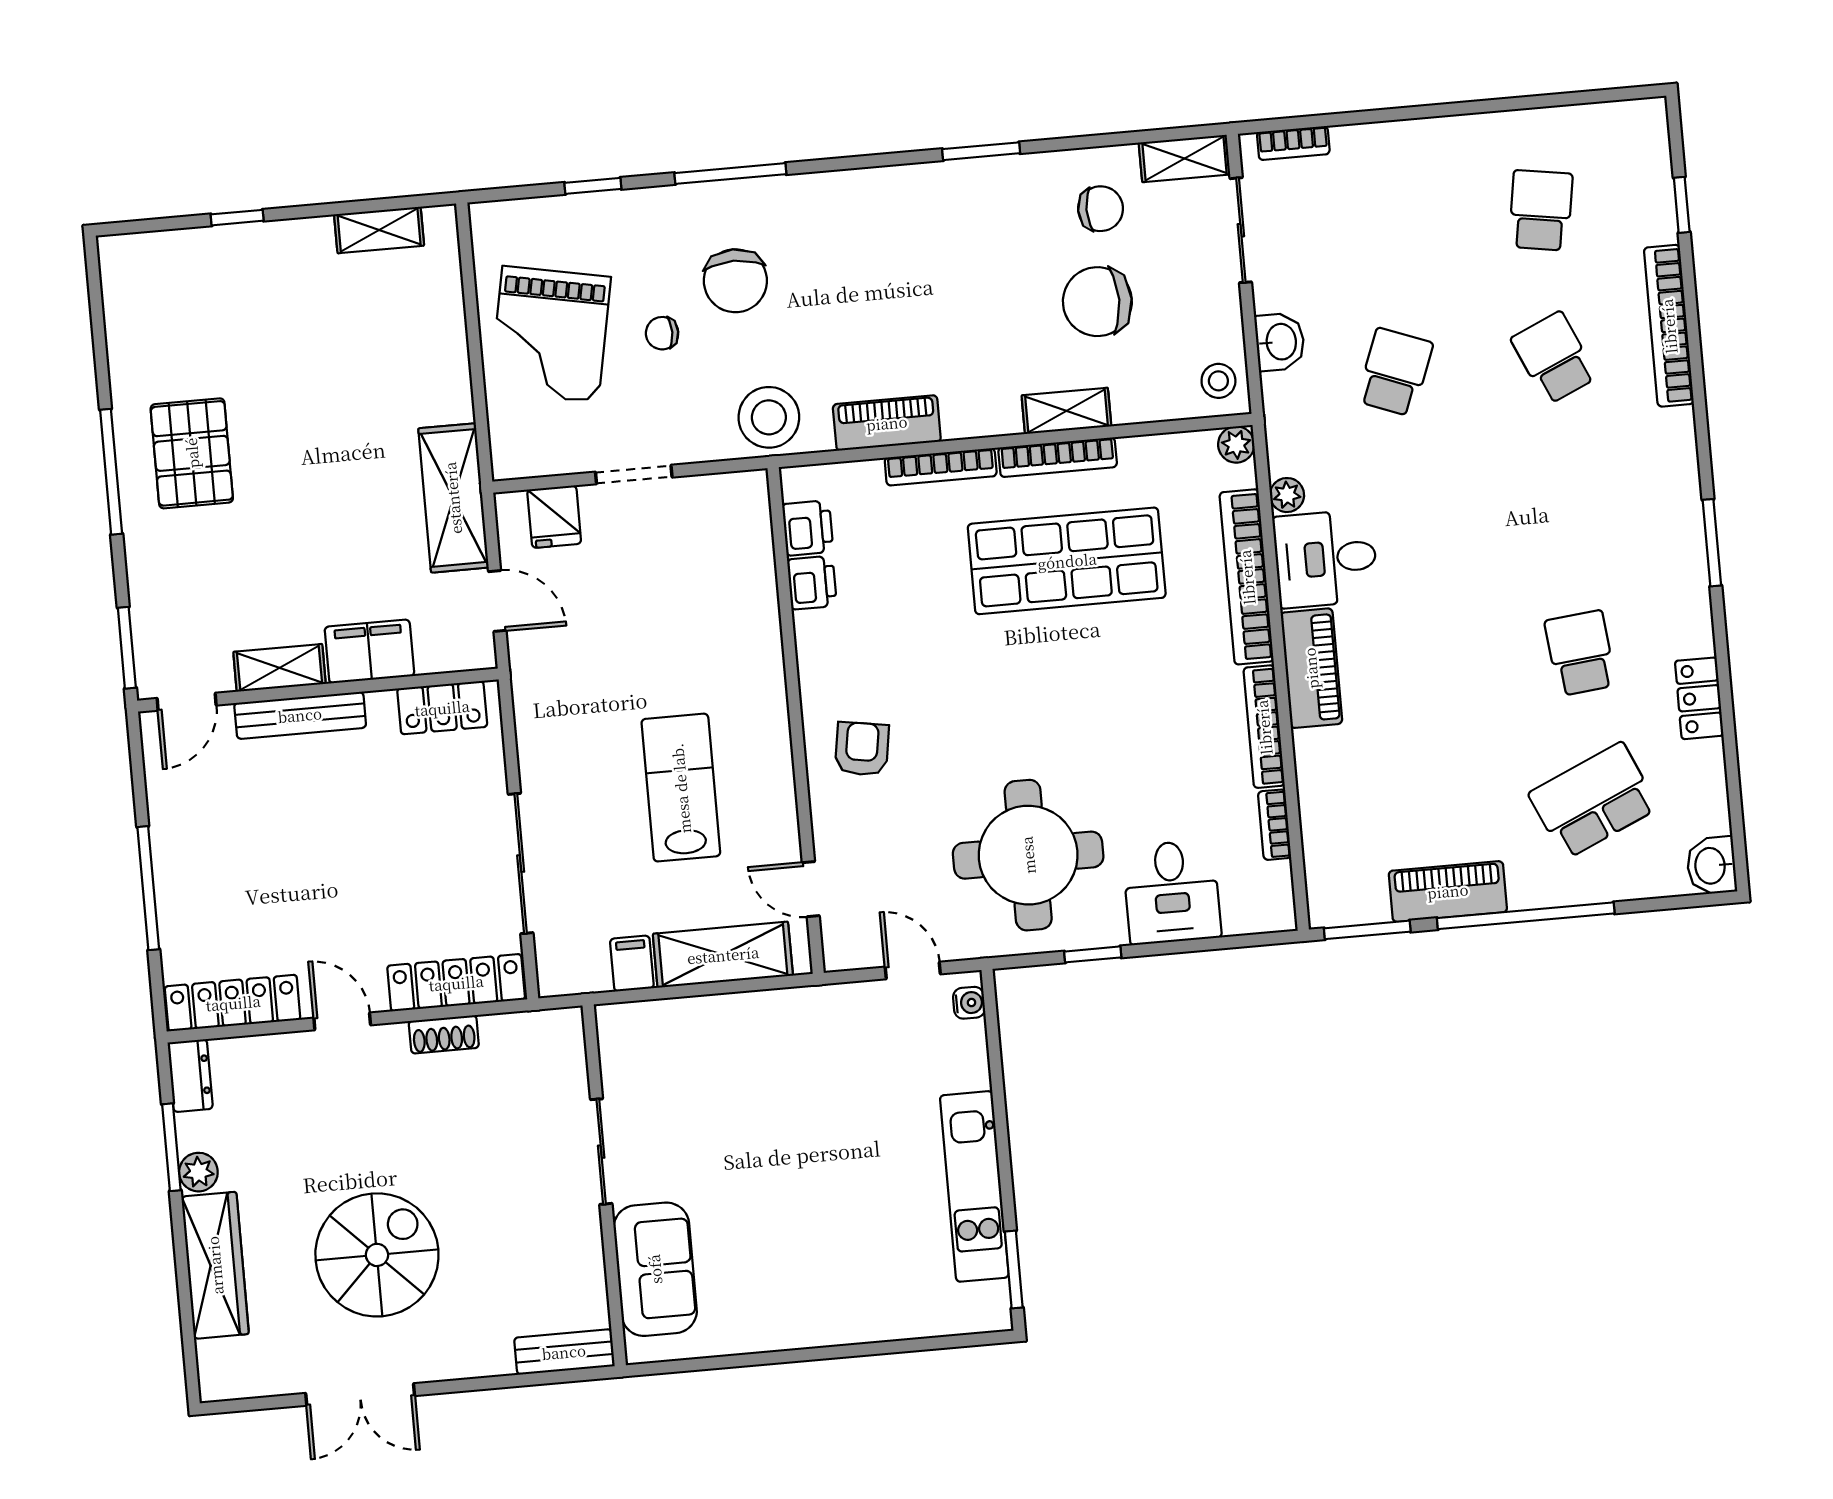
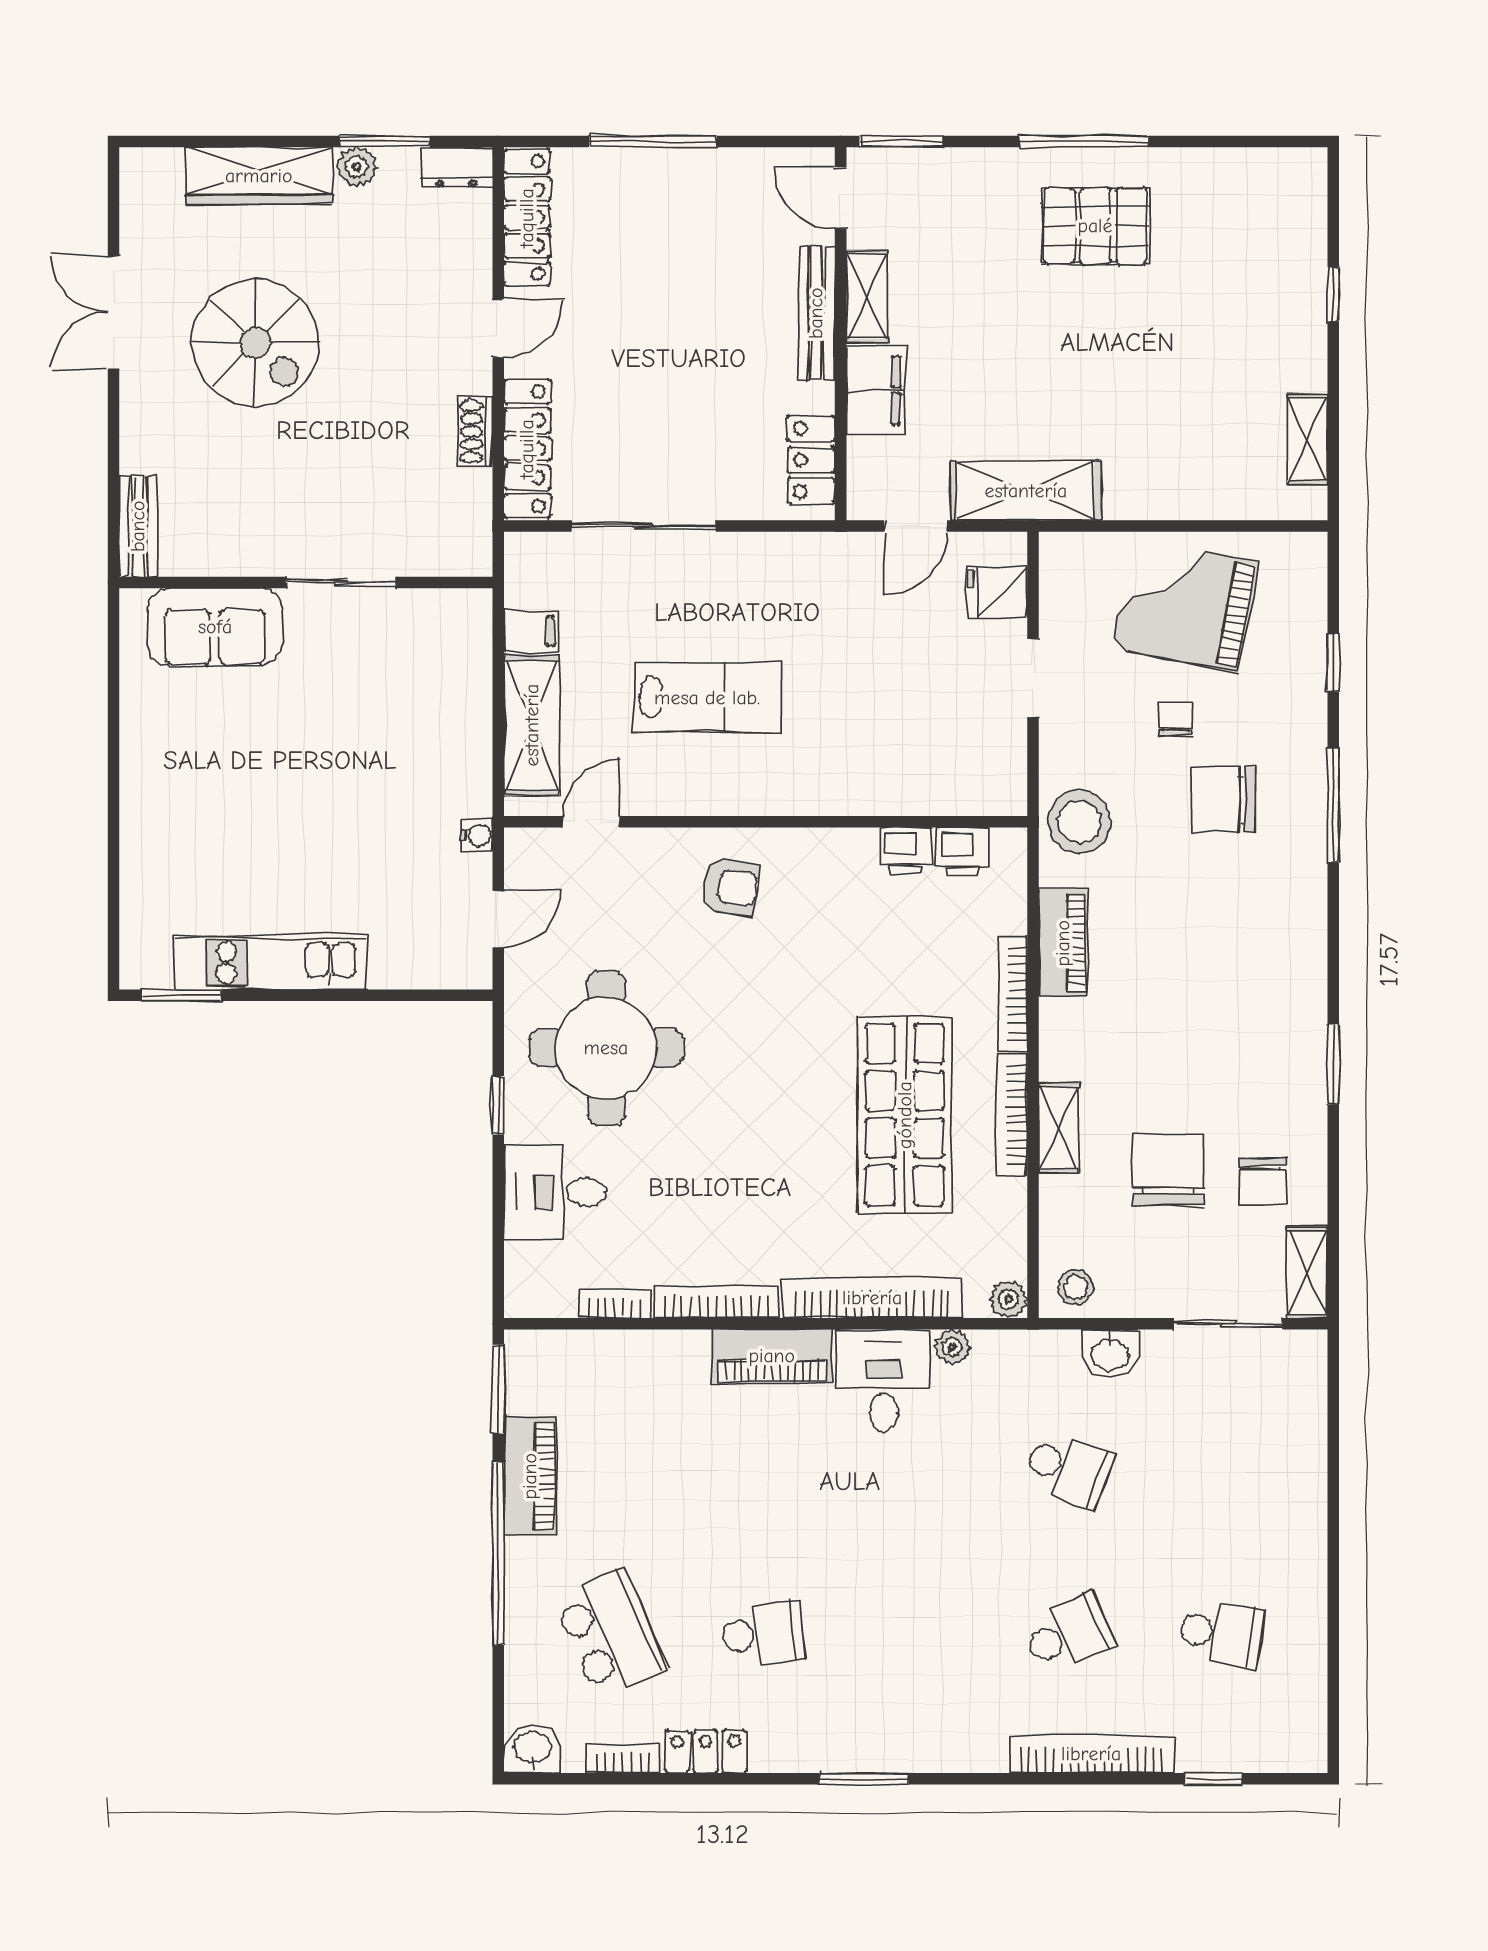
bookcase: (1293, 143) -> (622, 1758), moved, turned 90
water cooler: (969, 1003) -> (477, 836), moved, turned -90

